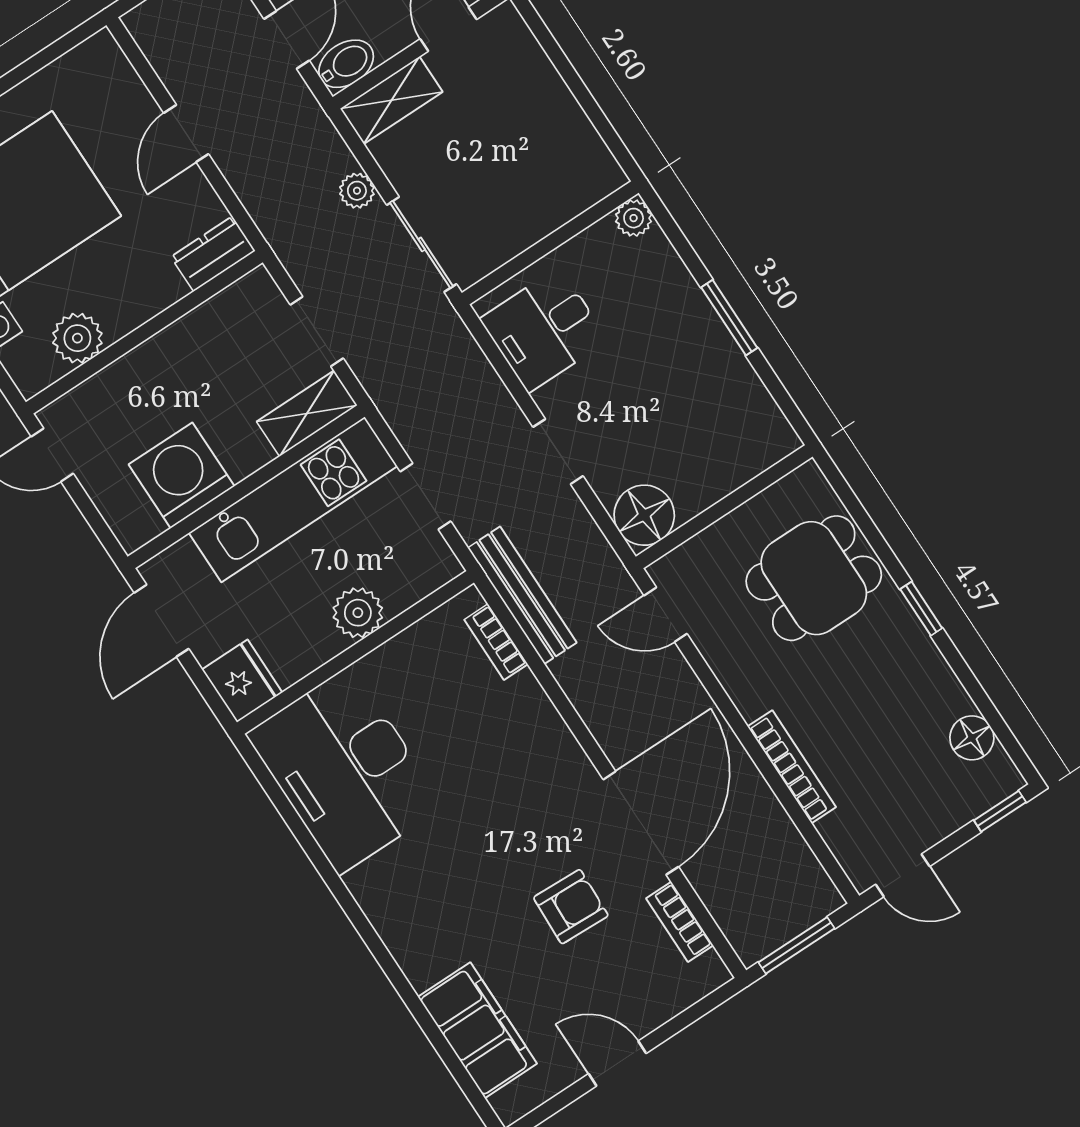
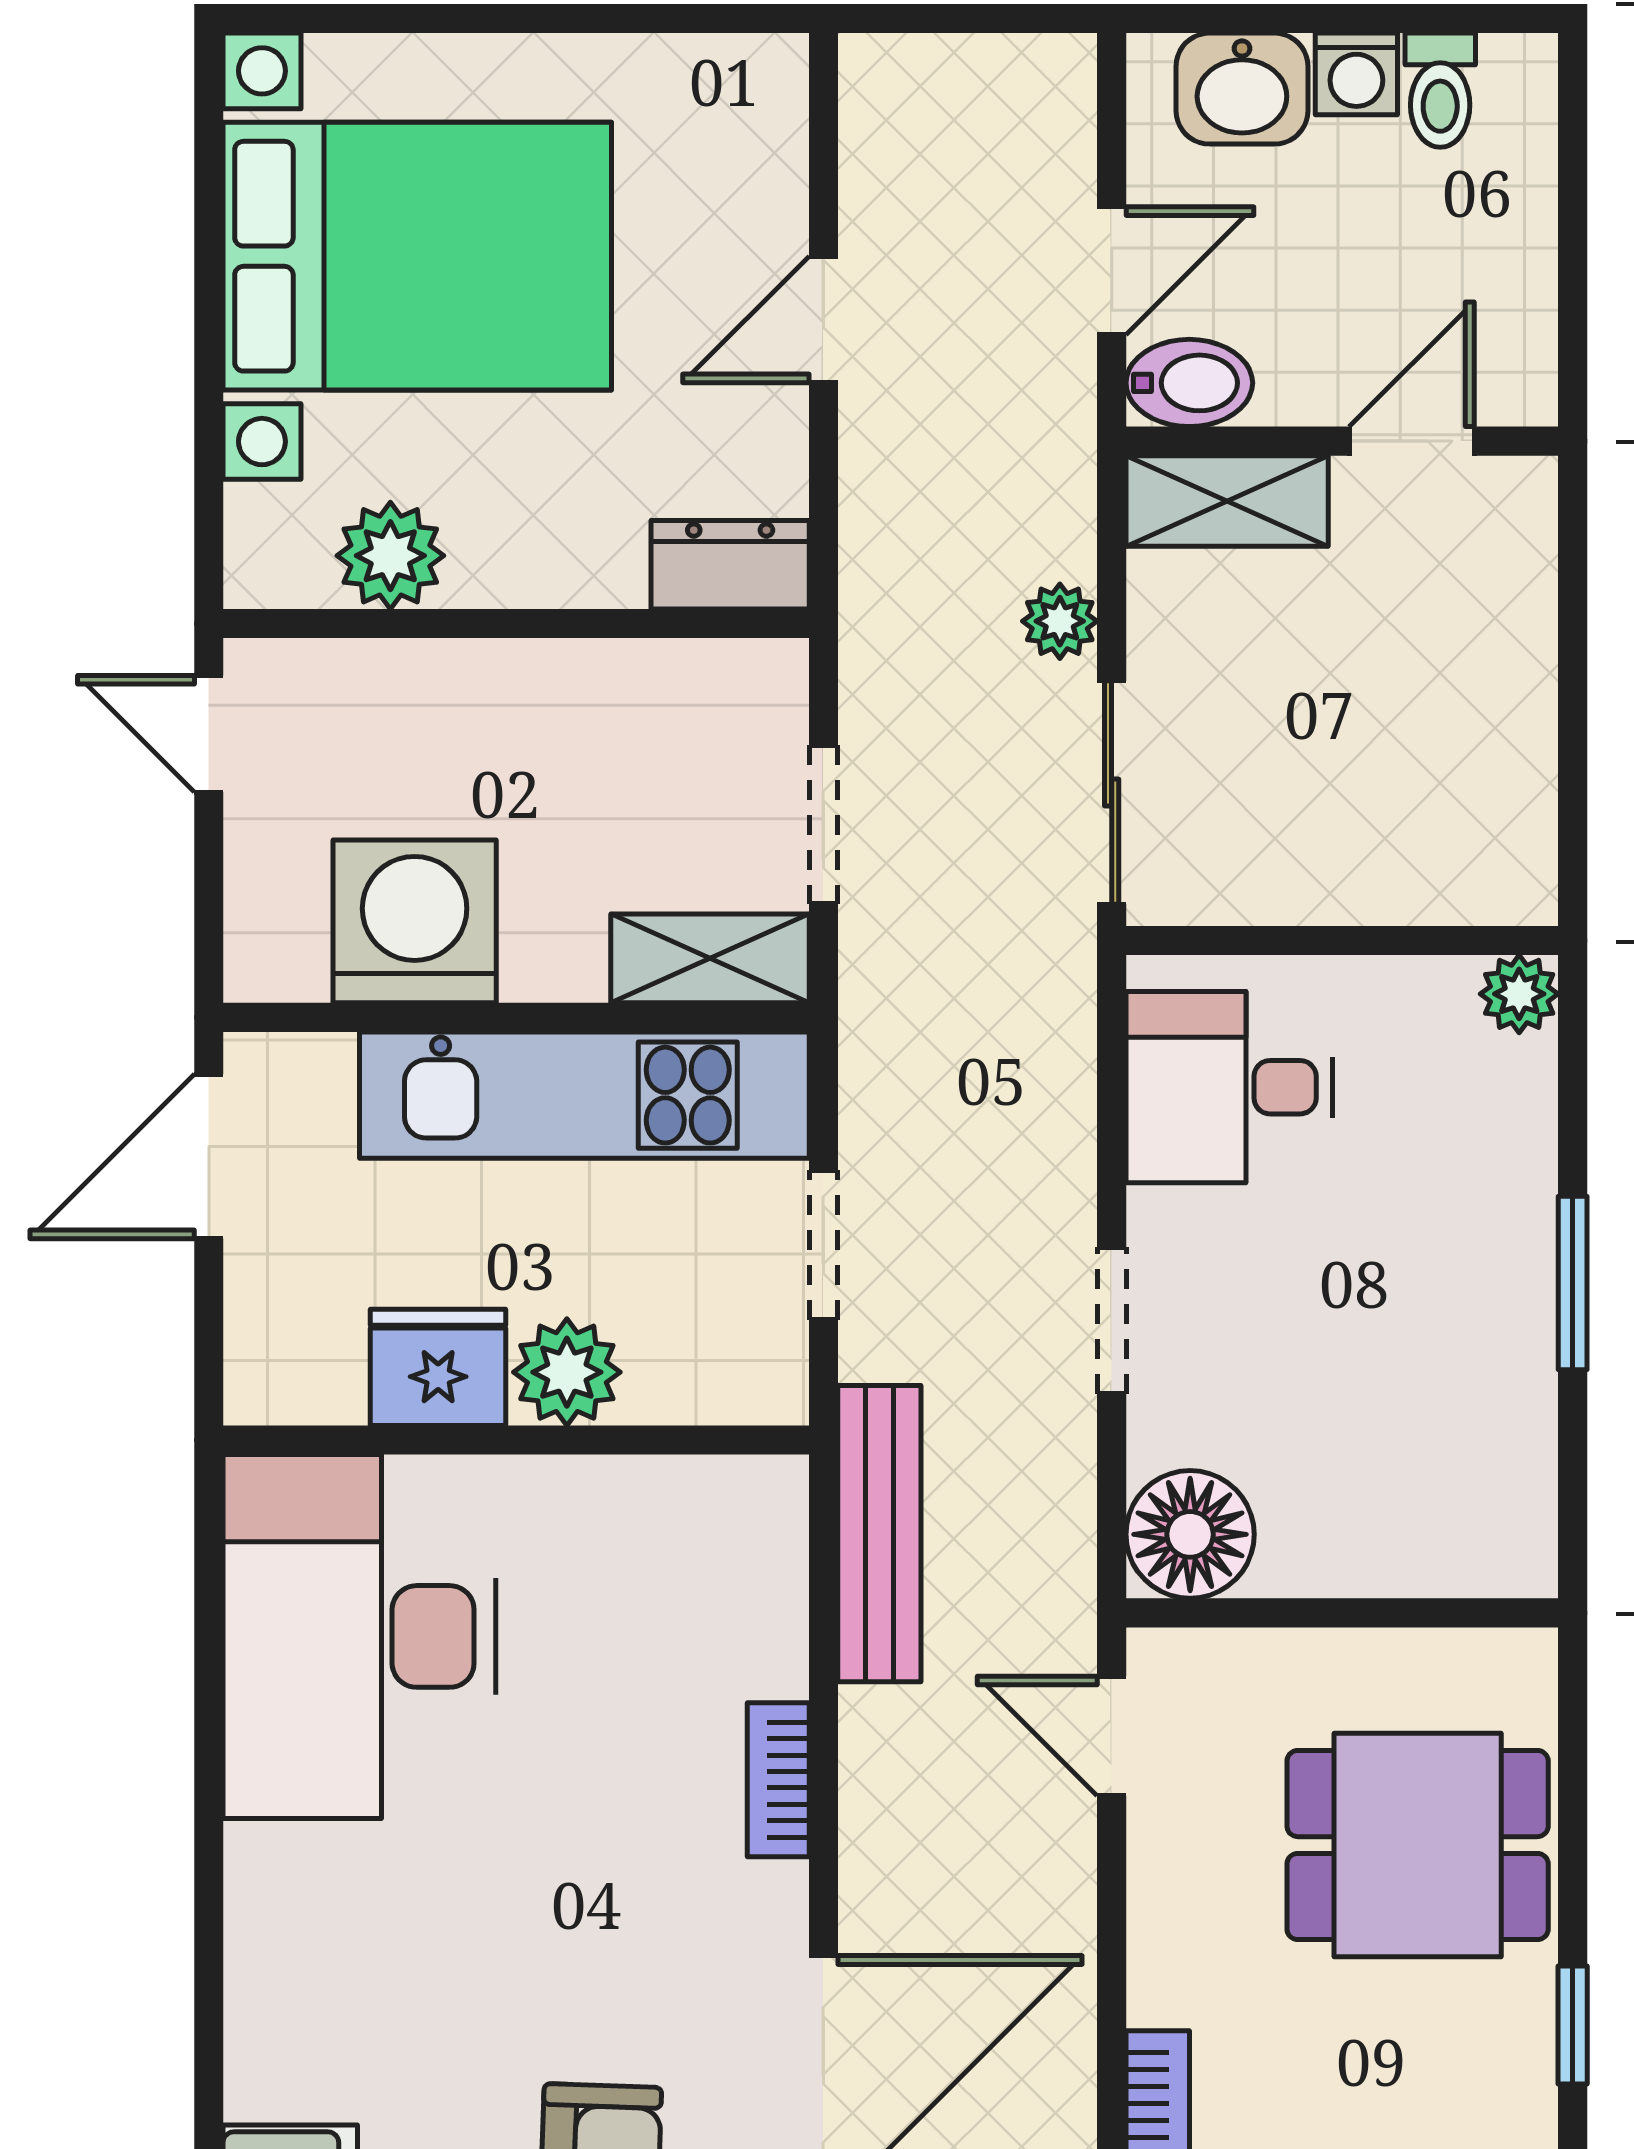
bookcase: (496, 642) -> (778, 1780), moved
fridge: (242, 681) -> (438, 1367), moved, turned -90

